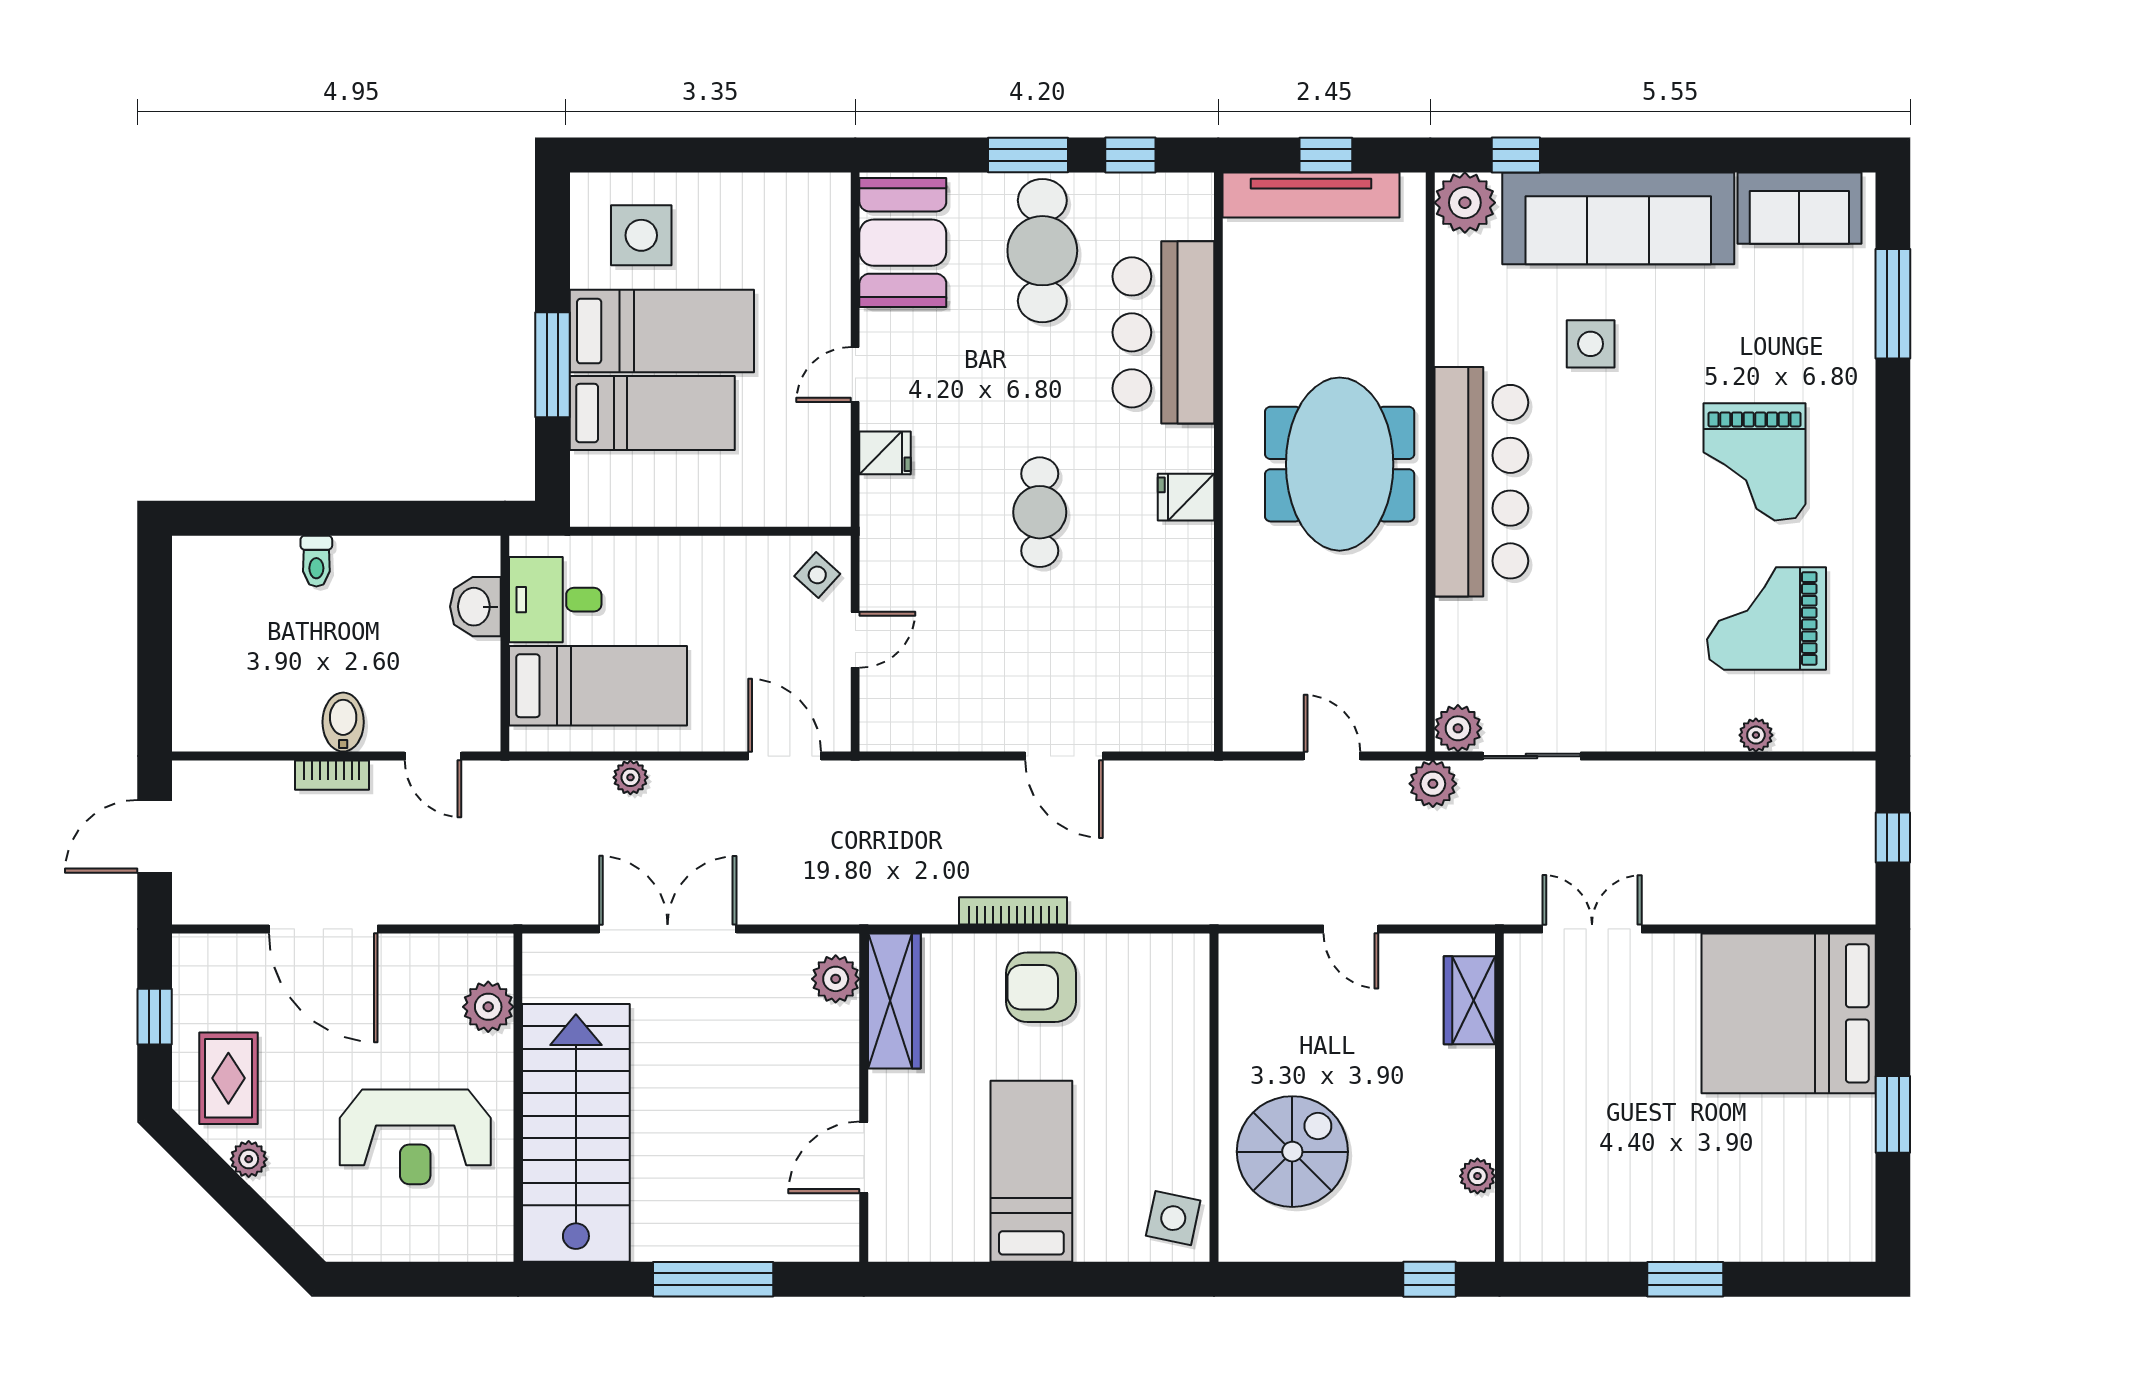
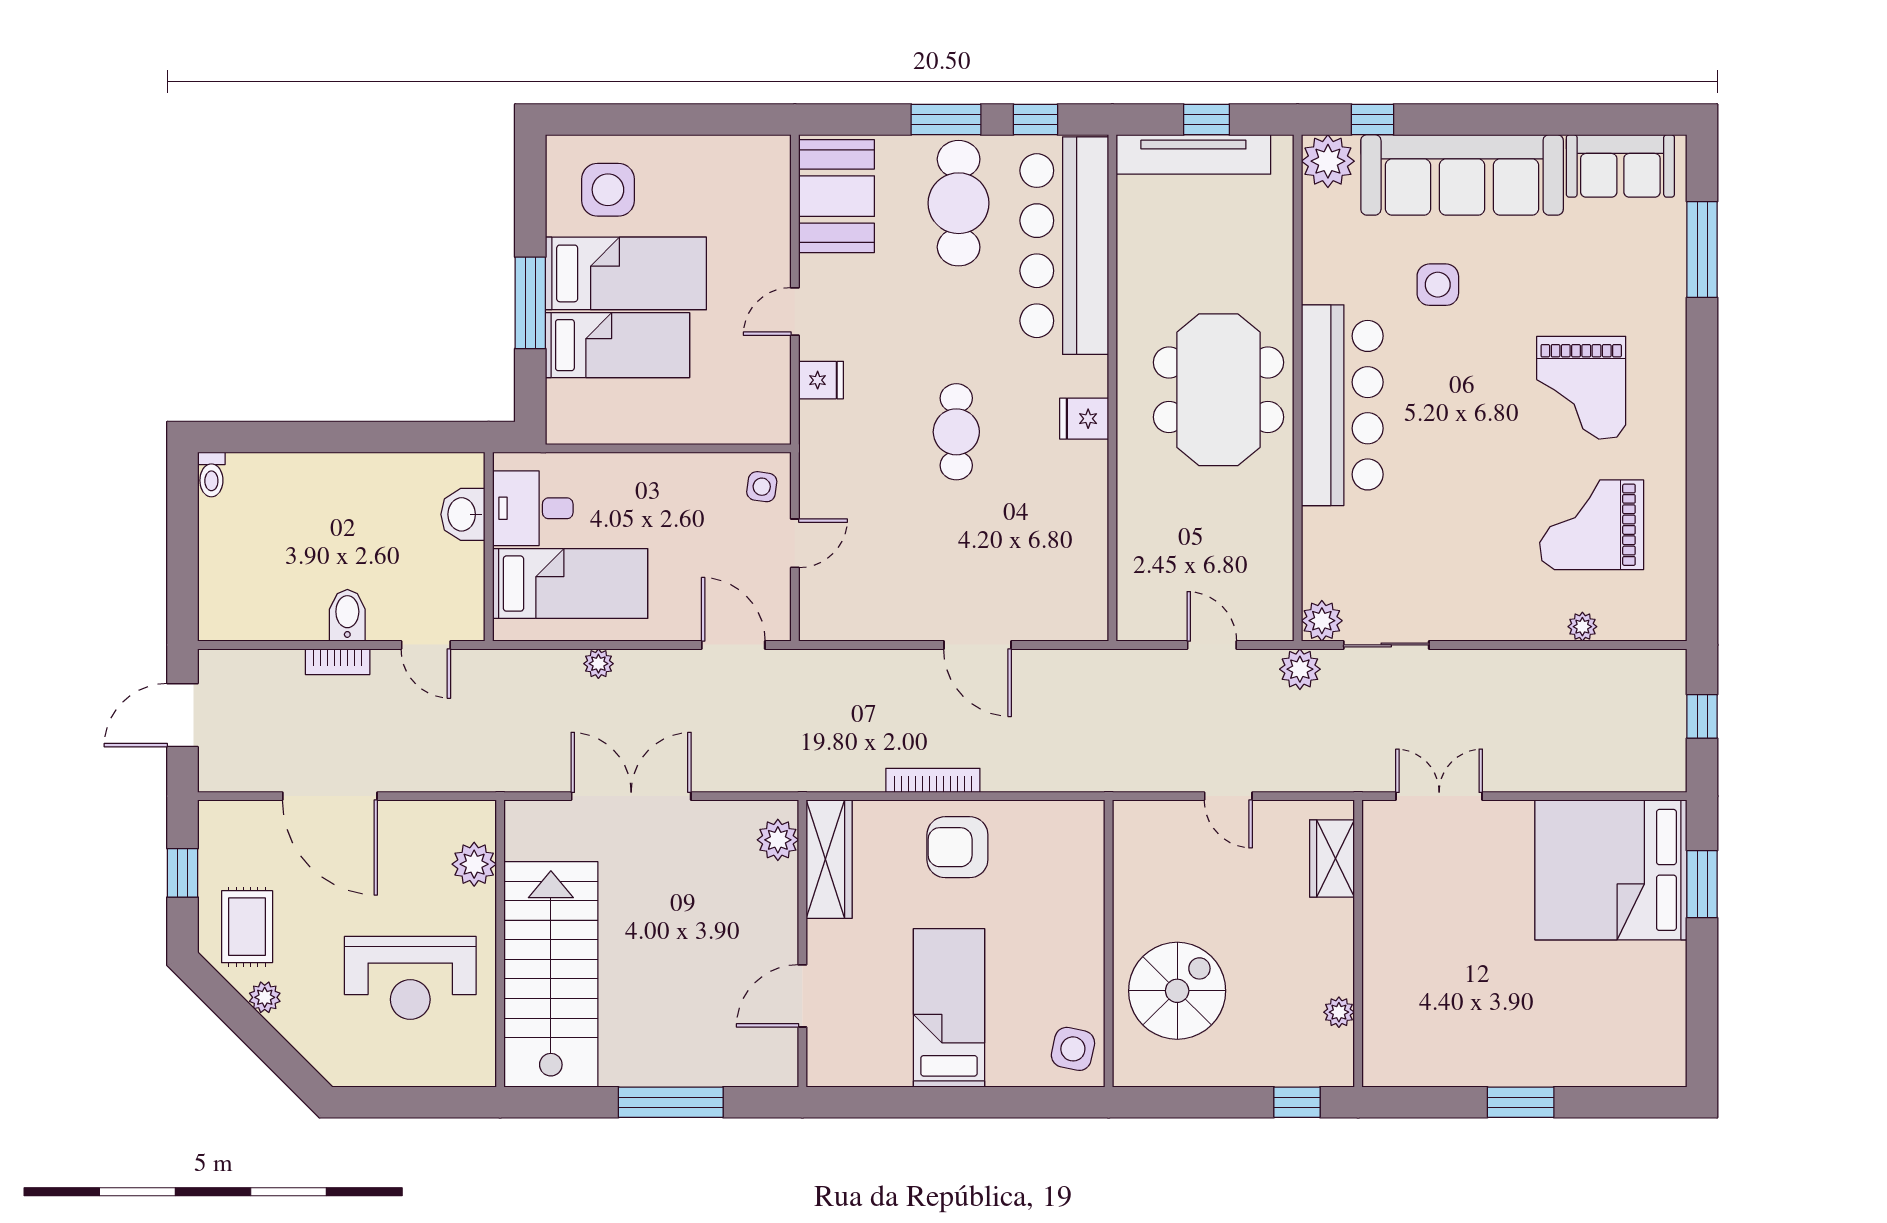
bar counter: (1163, 332) -> (1064, 246), width x1.36
toilet: (316, 561) -> (211, 475), moved
side table: (817, 575) -> (762, 487), turned -34
window: (1893, 1114) -> (1702, 884), moved

